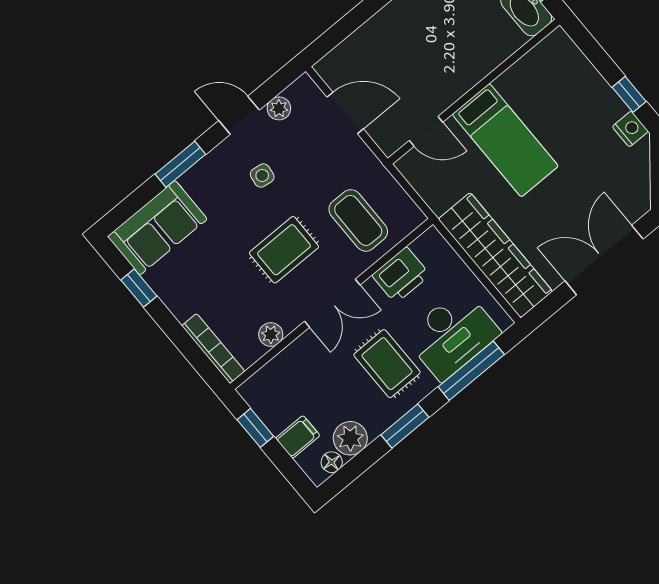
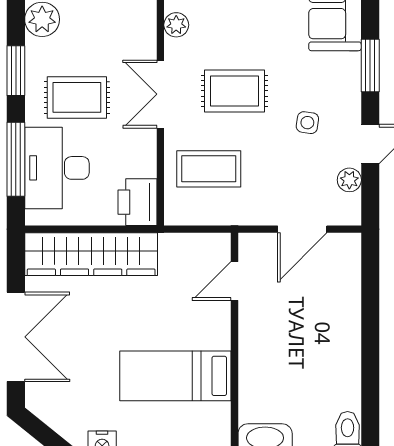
bed: (505, 140) -> (175, 376), moved
rug: (284, 250) -> (234, 91), turned 90
printer: (401, 275) -> (137, 202), moved

